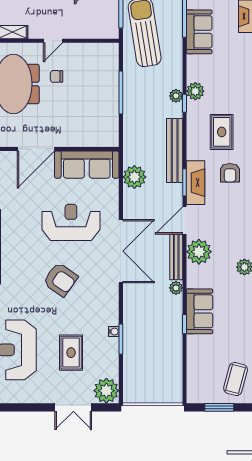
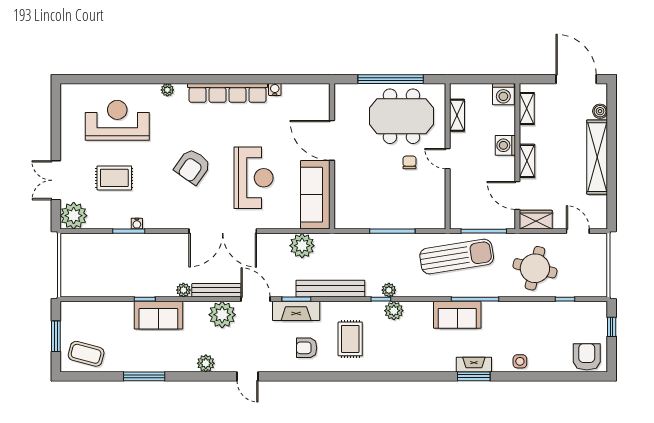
rug: (222, 132) -> (350, 339), turned 90

